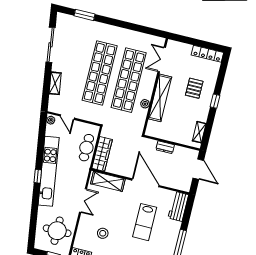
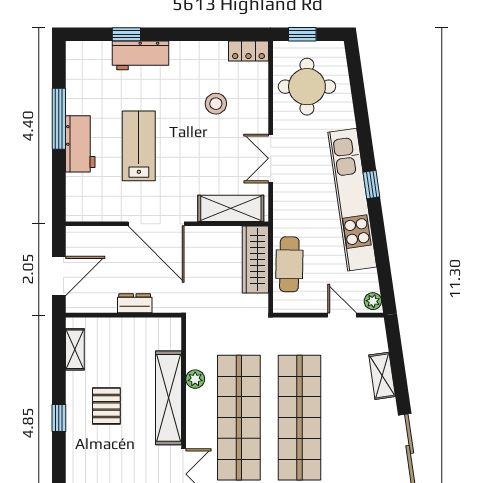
pallet: (194, 88) -> (106, 406), moved
door: (198, 169) -> (59, 276), swing flipped
workbench: (178, 206) -> (80, 144), moved

